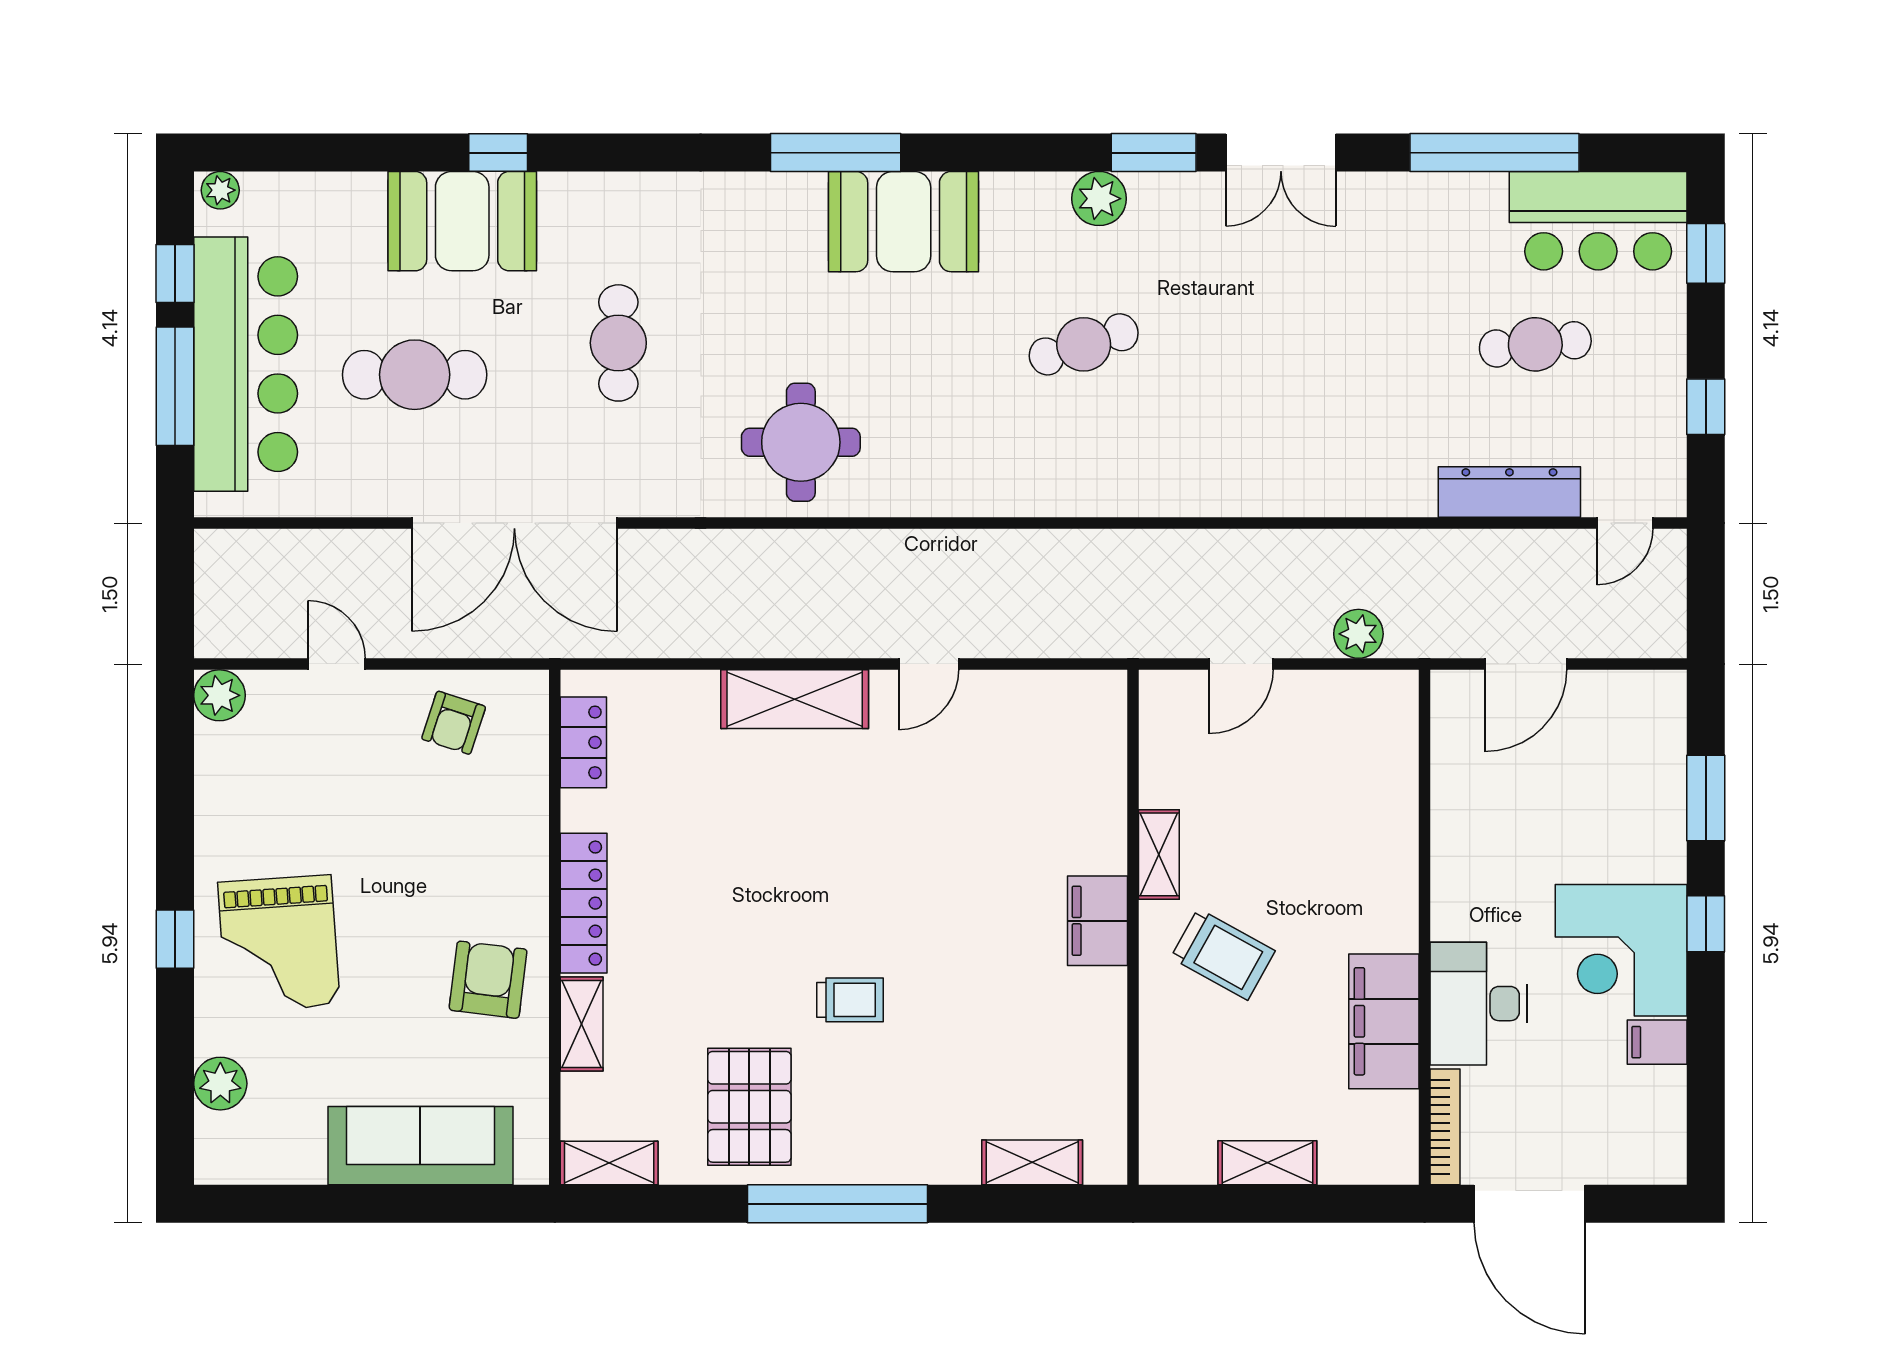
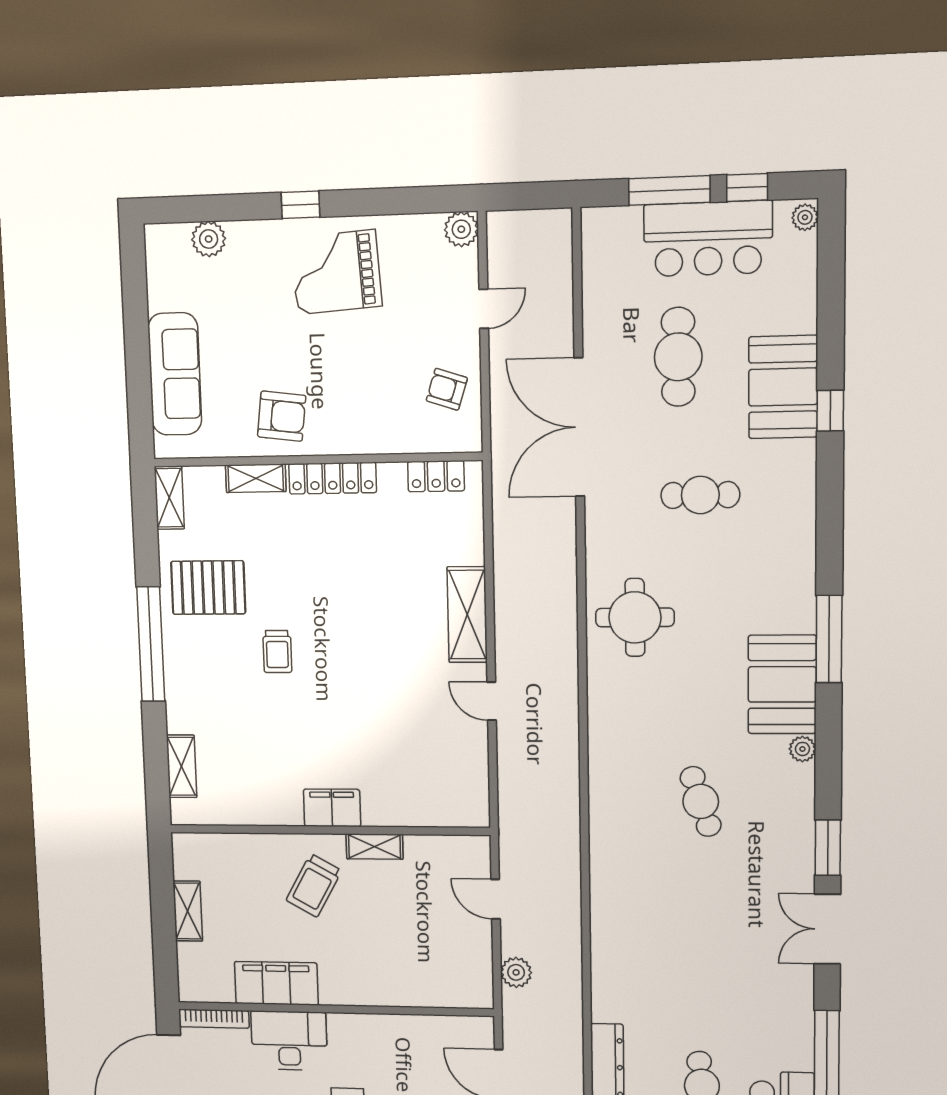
plant: (1099, 199) -> (802, 749), moved, width x0.73, depth x0.73
bar counter: (246, 364) -> (708, 239), width x0.73
grand piano: (279, 944) -> (336, 272), moved

